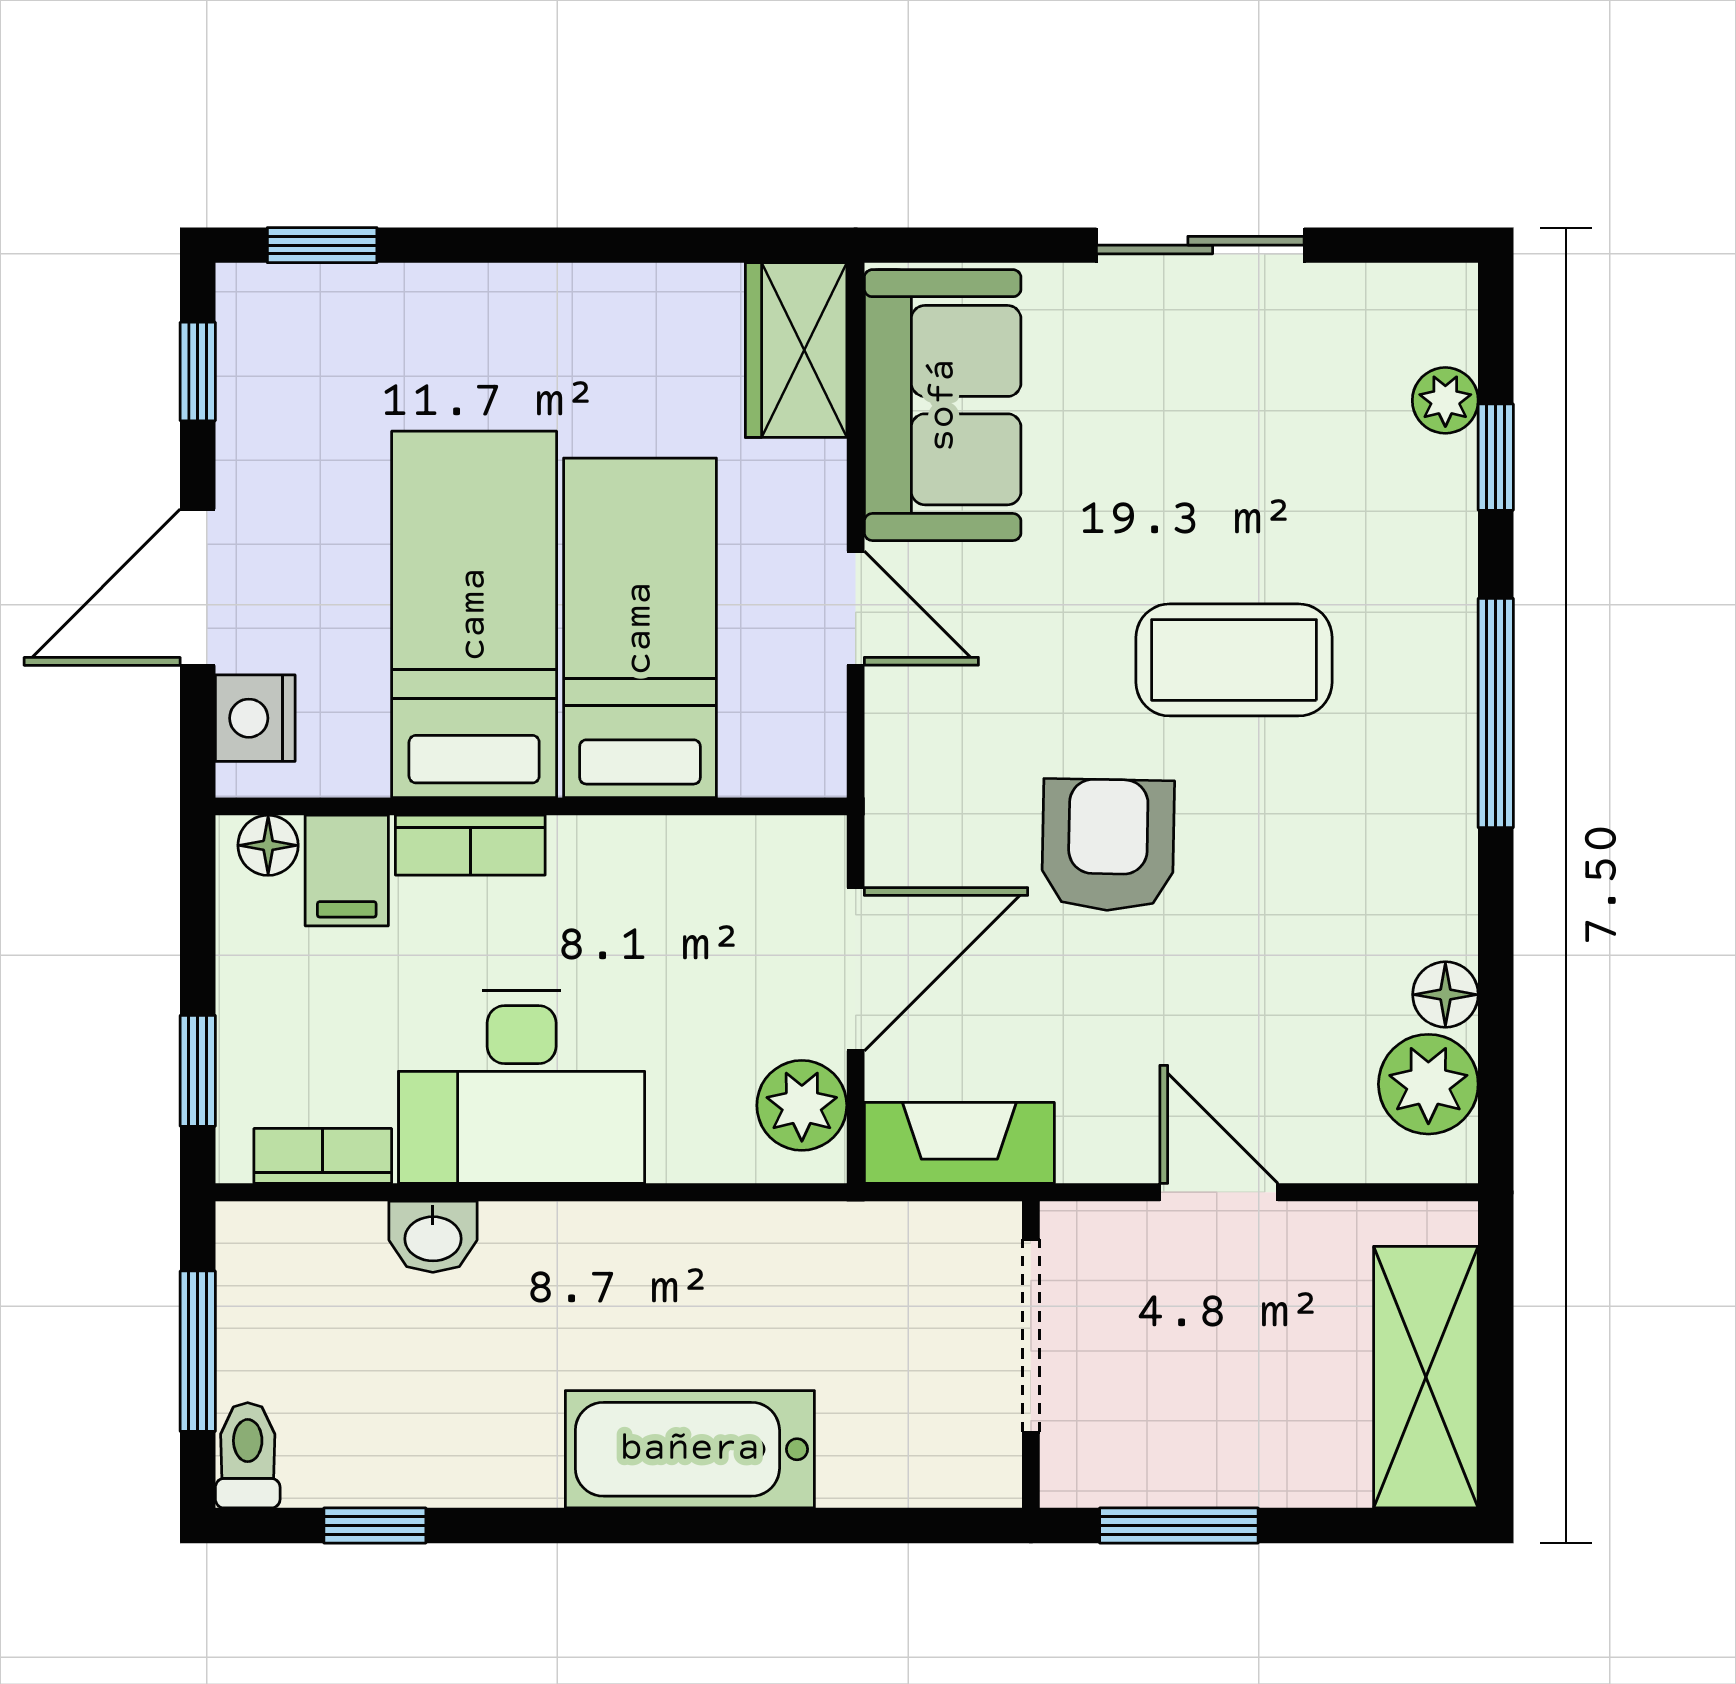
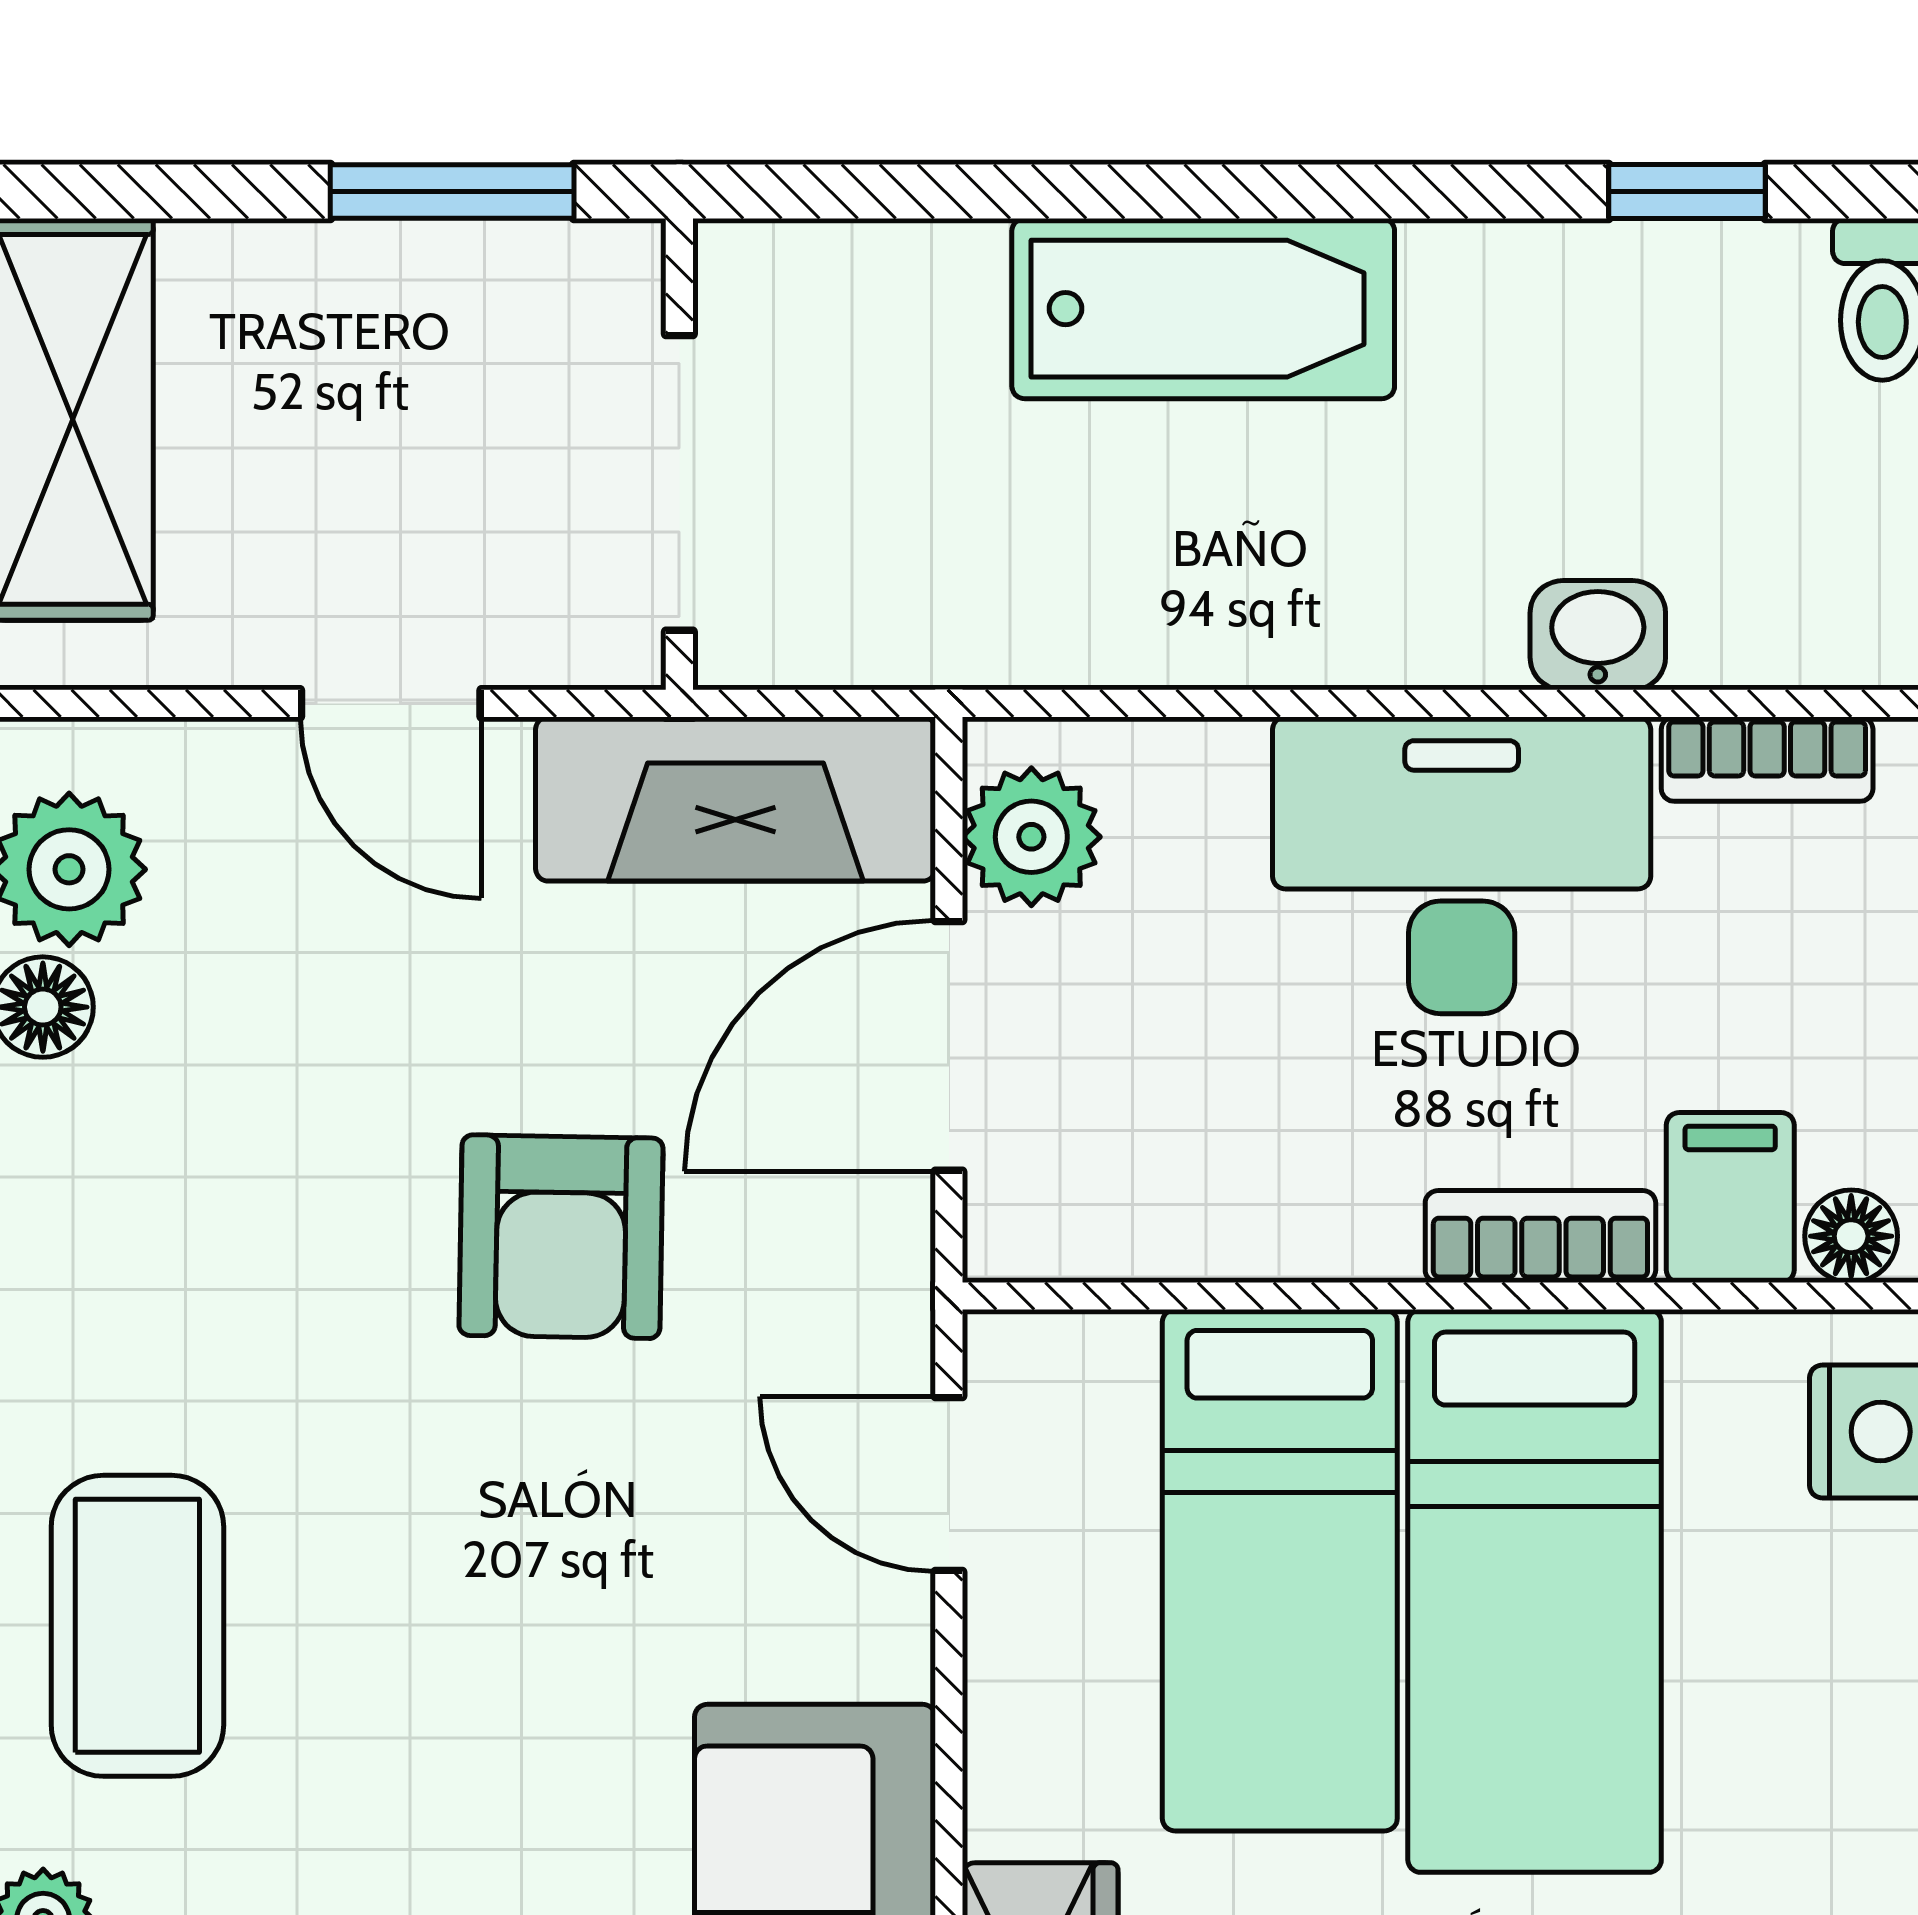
door: (856, 608) -> (949, 1484), moved
coffee table: (1234, 660) -> (137, 1626), moved, turned 90
fireplace: (959, 1143) -> (735, 799), width x1.37, depth x1.32

